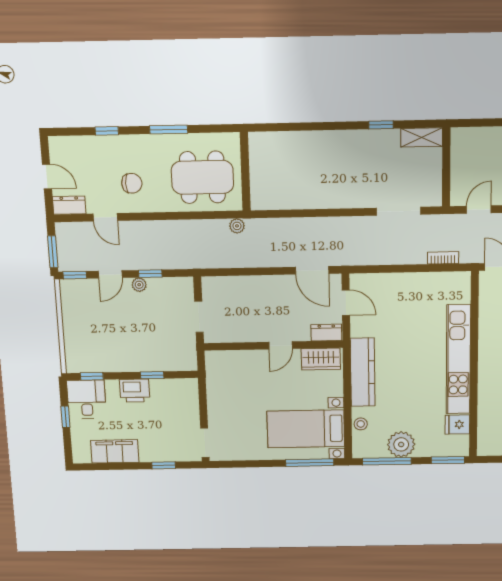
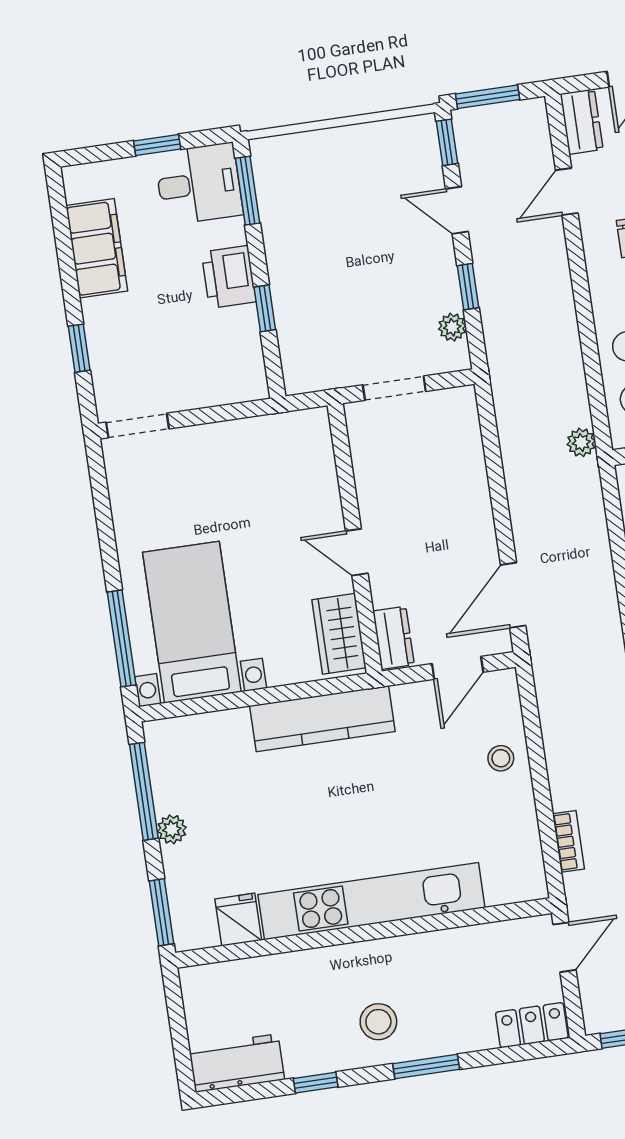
plant: (139, 285) -> (452, 327), moved
window: (92, 376) -> (248, 191), width x1.50
stool: (361, 424) -> (501, 758), moved
plant: (401, 444) -> (172, 829), width x0.53, depth x0.53

